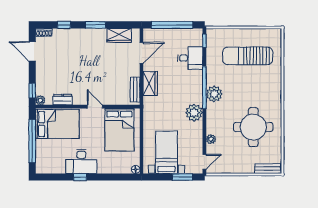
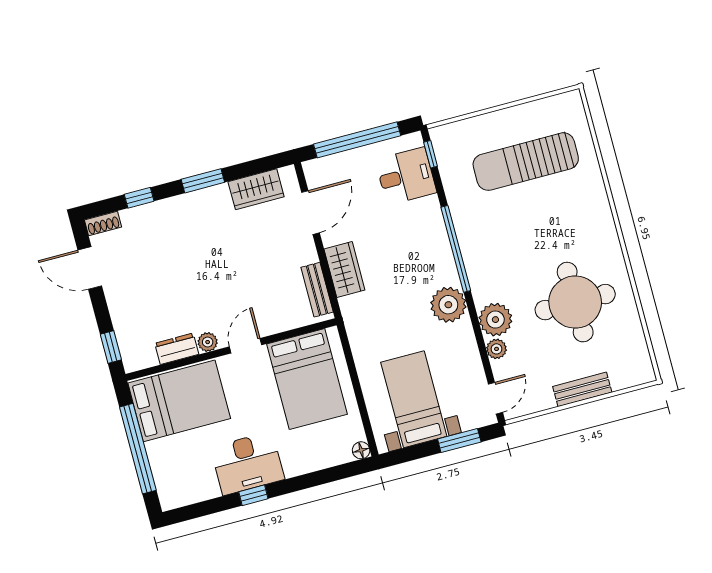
desk: (190, 58) -> (406, 176), moved
plant: (214, 94) -> (495, 320), moved
plant: (40, 100) -> (208, 342), moved
door: (95, 107) -> (246, 346), hinge flipped
bench: (268, 168) -> (582, 389), moved

